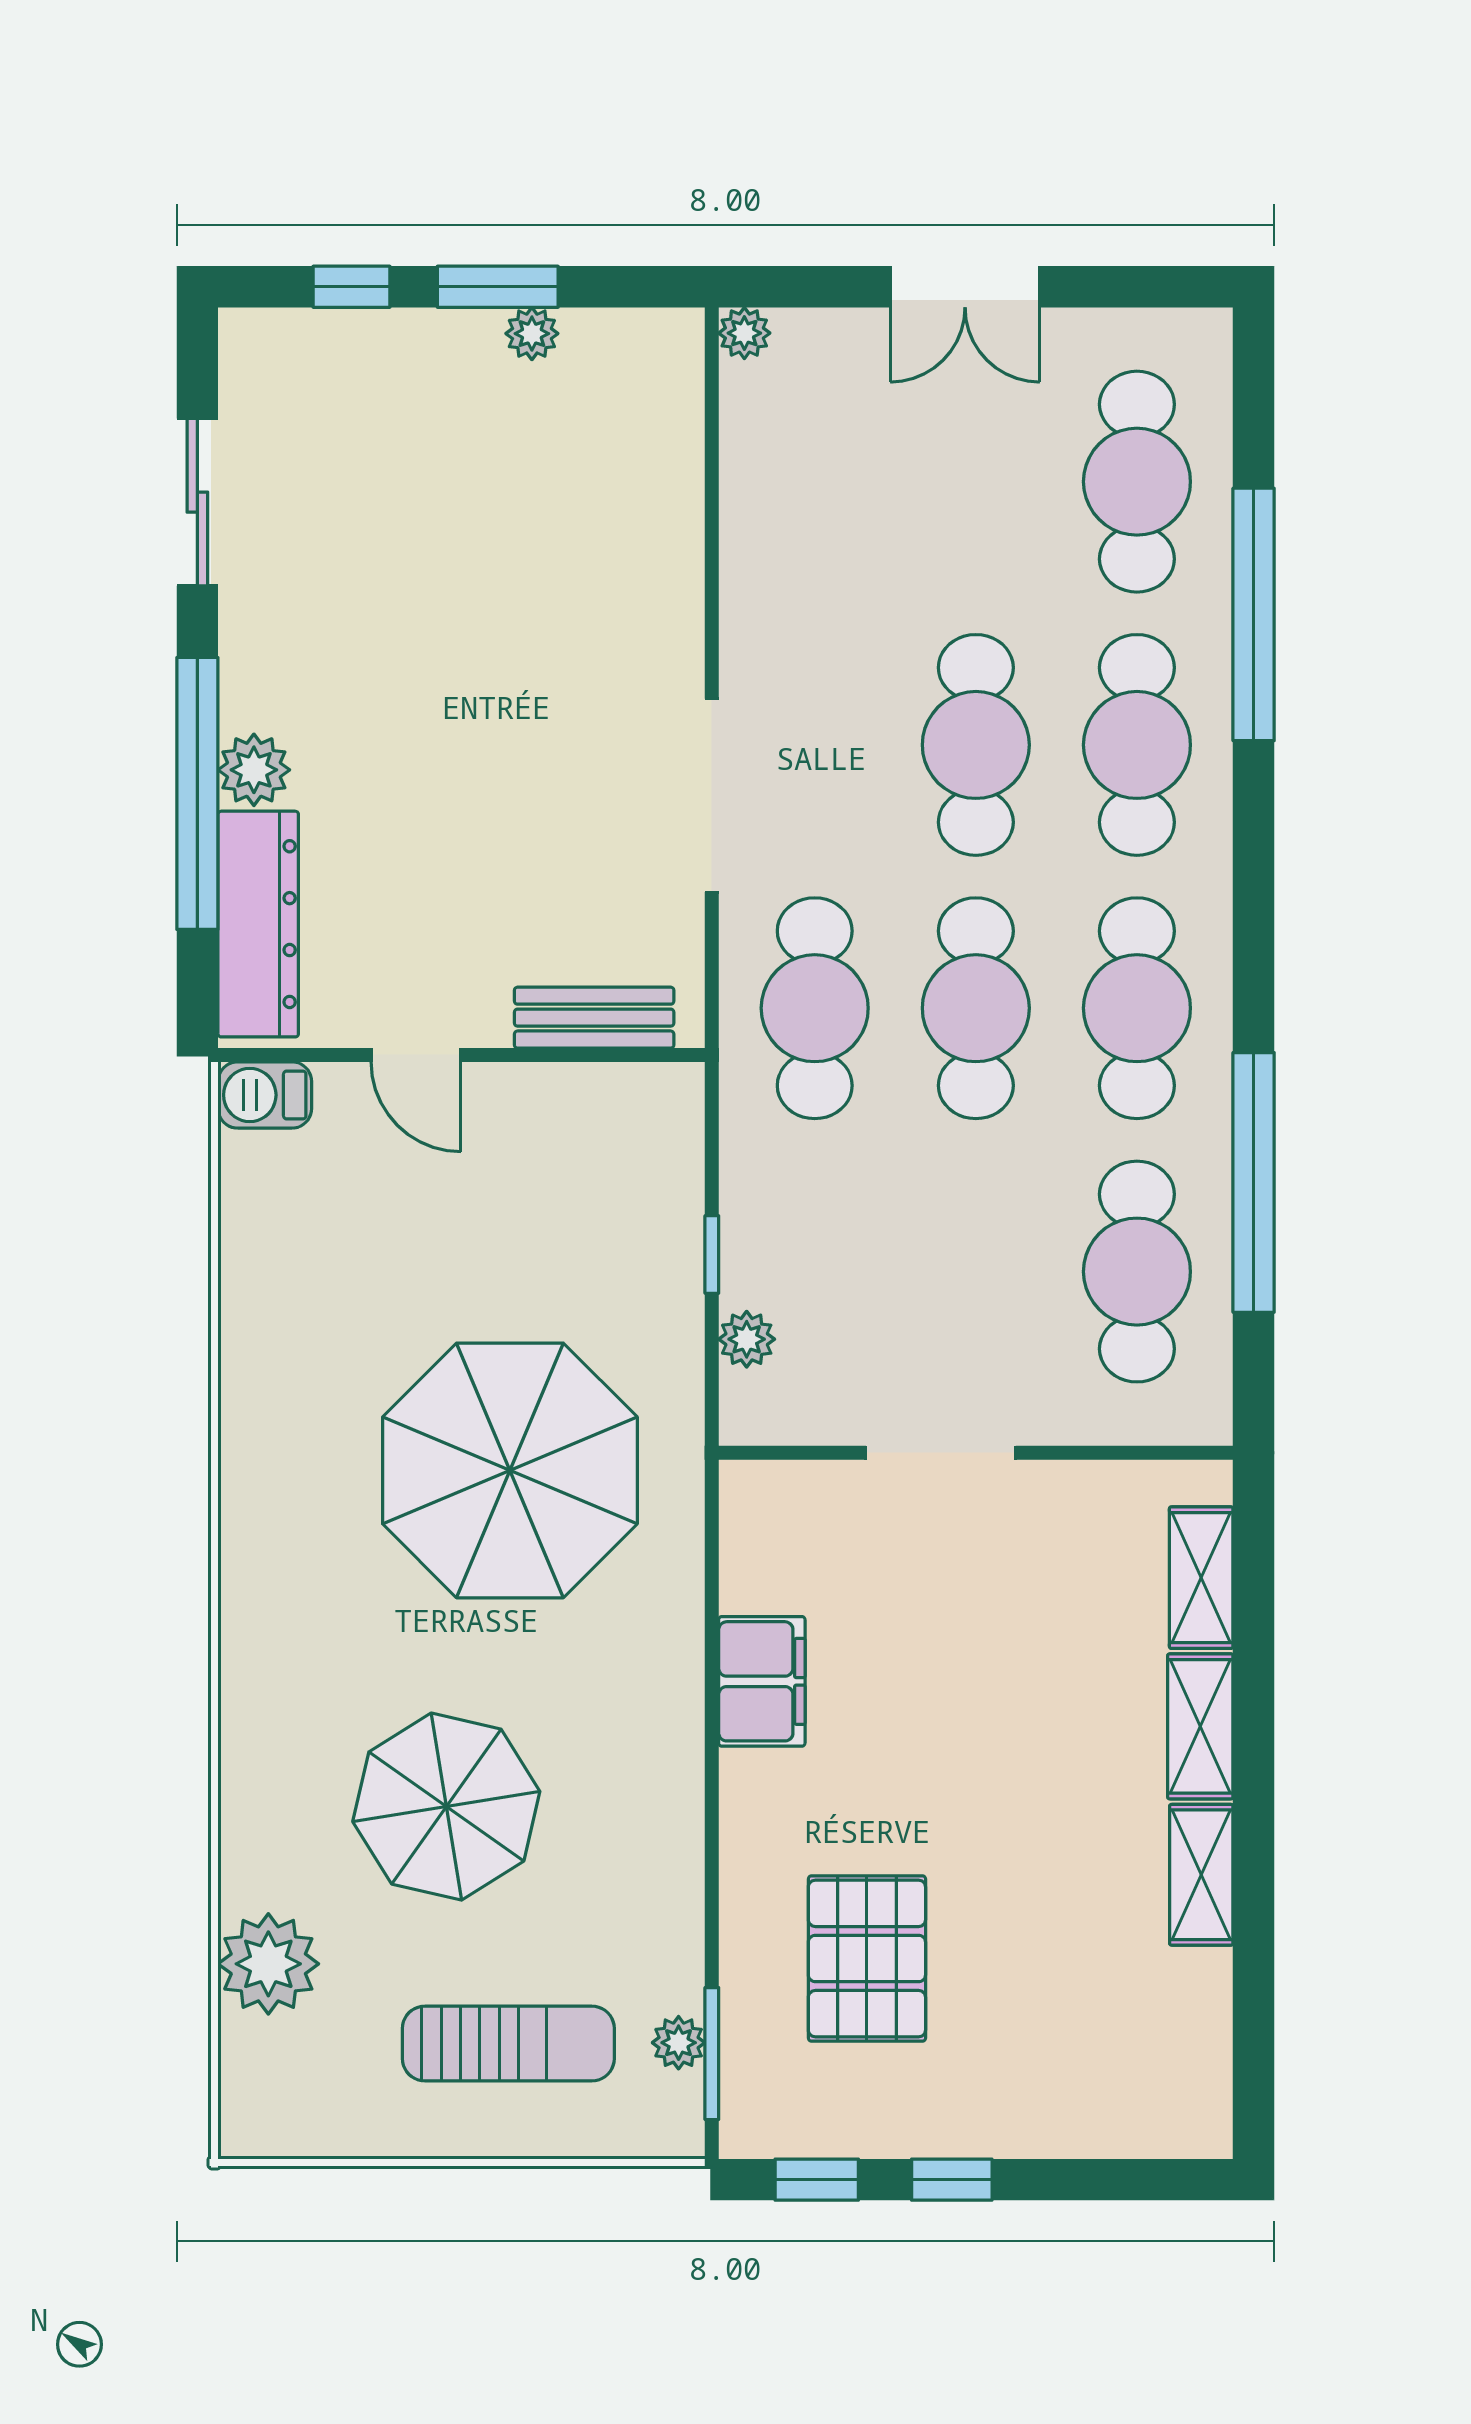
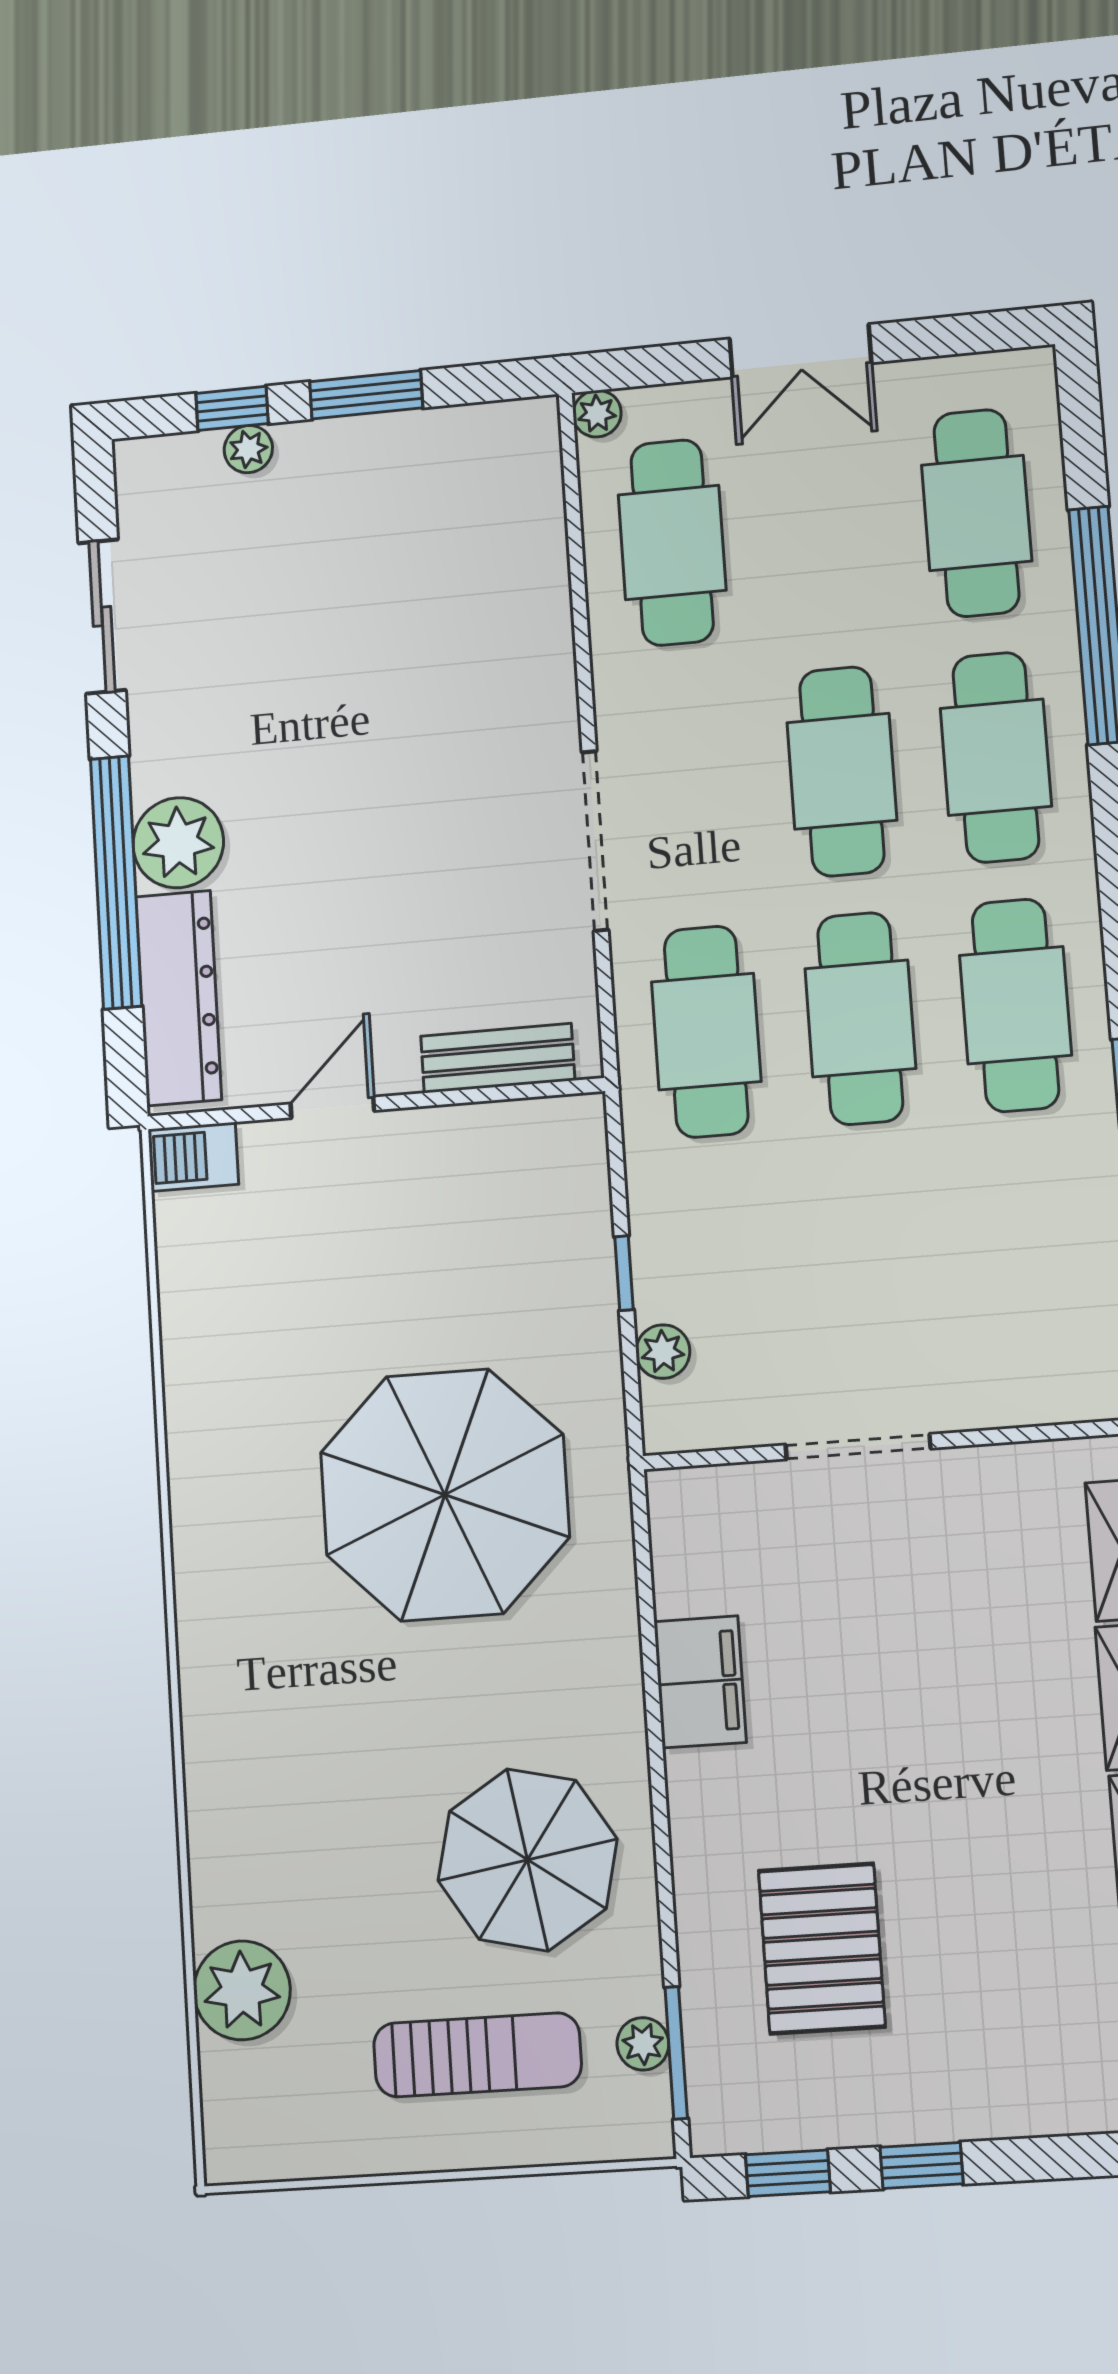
plant: (532, 334) -> (248, 449), moved
plant: (254, 770) -> (178, 843), width x1.36, depth x1.36
door: (416, 1055) -> (332, 1107), swing flipped
cafe table: (1137, 1272) -> (672, 542), moved
parasol: (446, 1807) -> (528, 1860), moved

